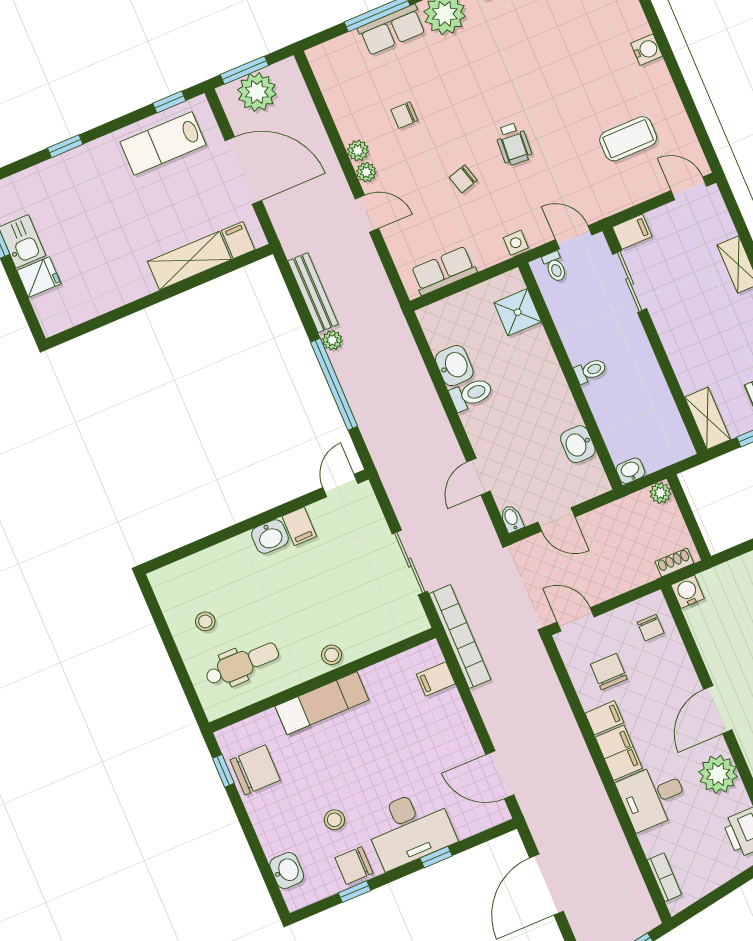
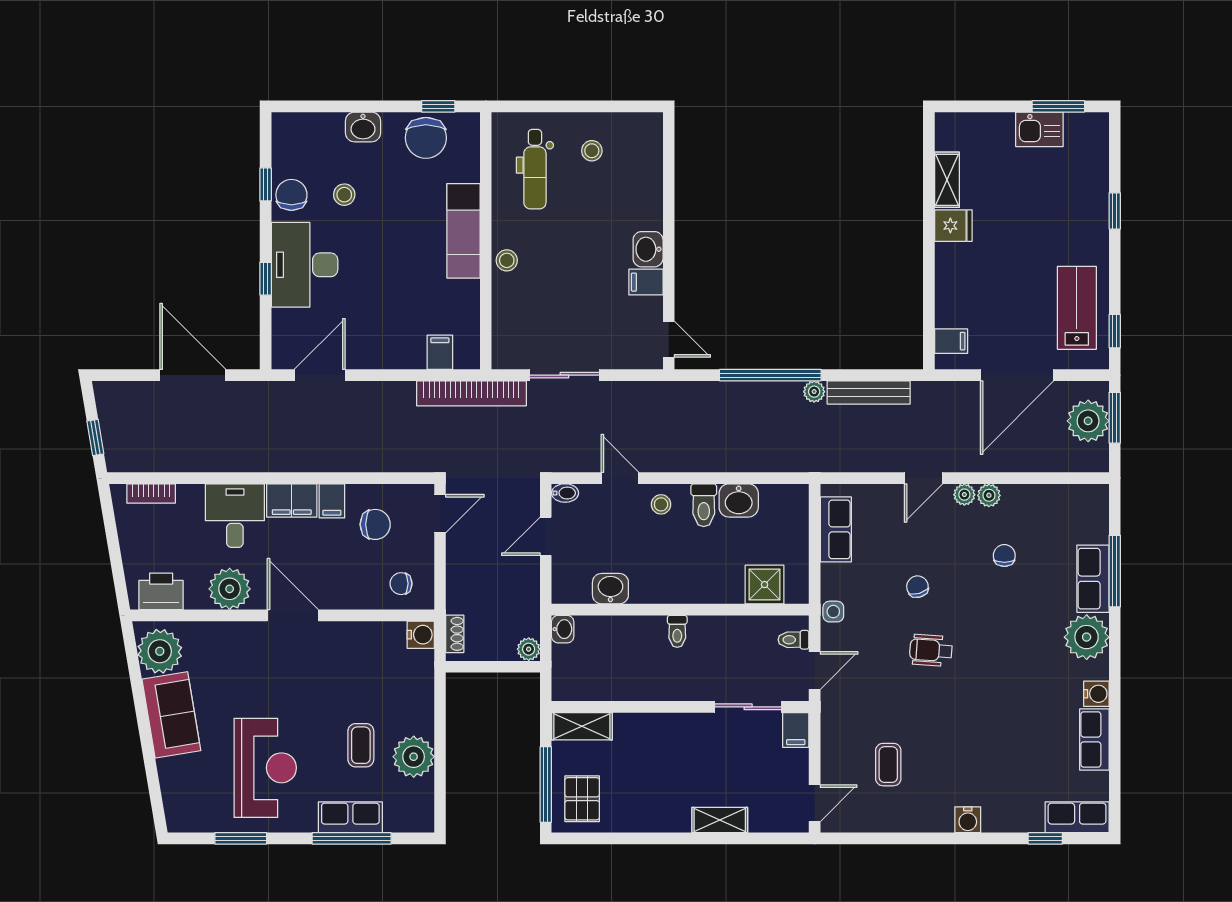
coffee table: (628, 139) -> (888, 765), width x0.73, depth x0.77
shelving: (189, 261) -> (947, 180), moved, width x0.67, depth x0.75
fridge: (39, 277) -> (953, 226), moved, turned -90
stool: (486, 431) -> (661, 504), added
washbasin: (287, 870) -> (363, 127), moved

